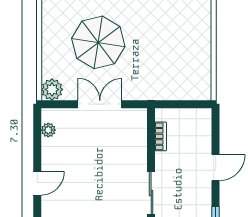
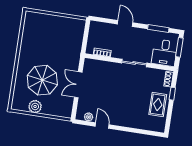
plant: (52, 89) -> (35, 107), moved
door: (37, 183) -> (102, 125), moved

